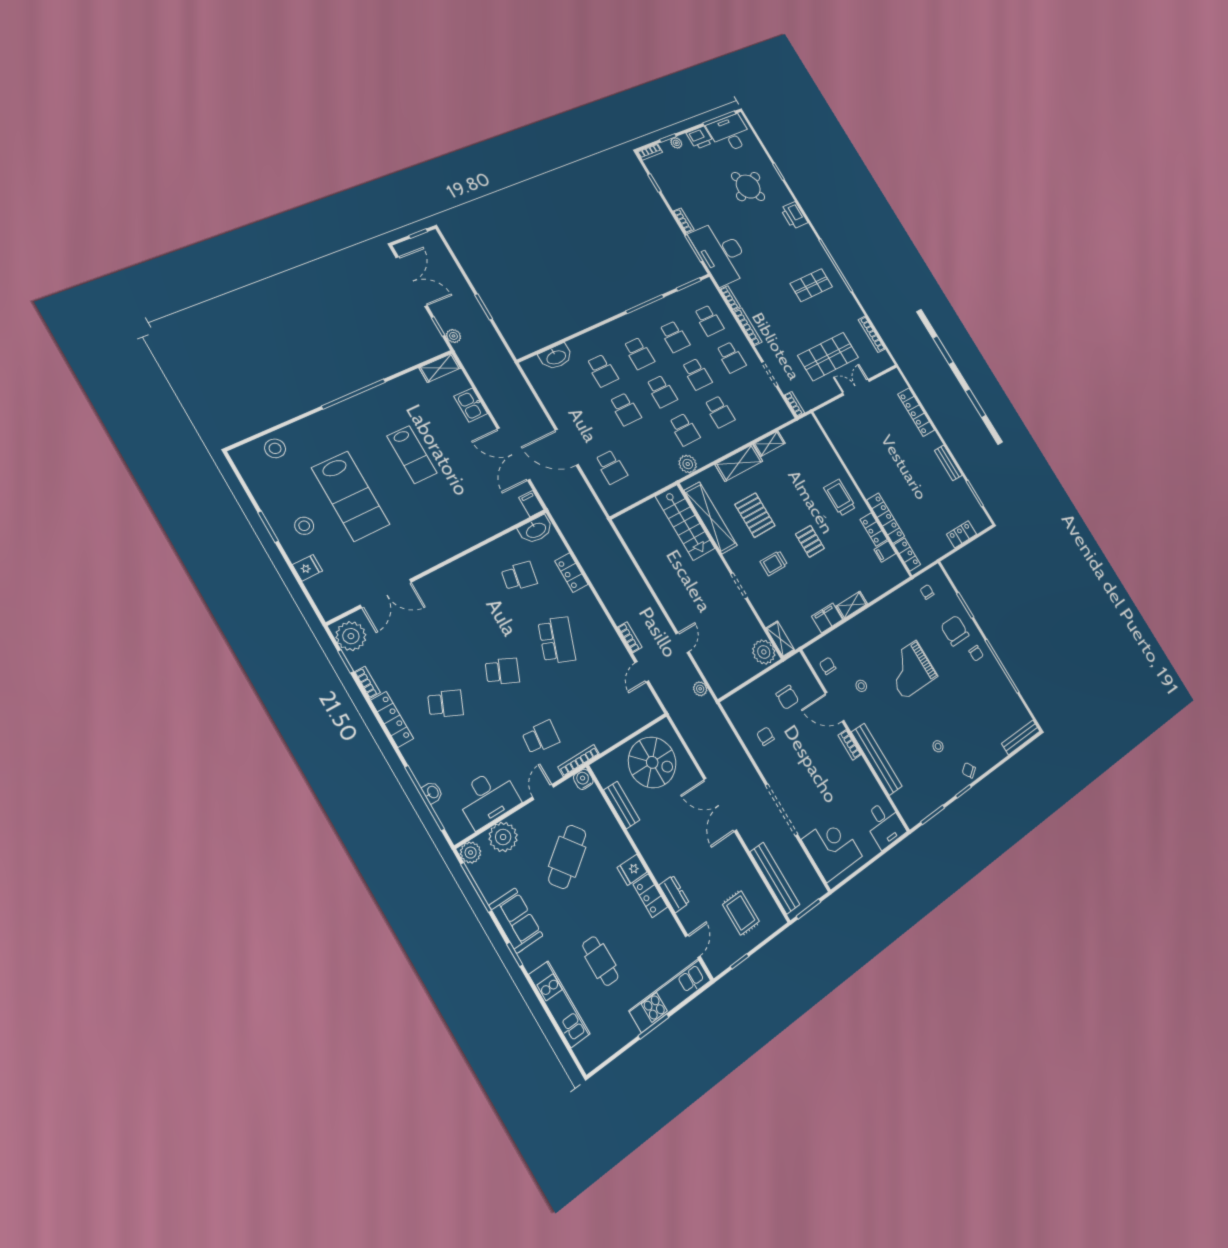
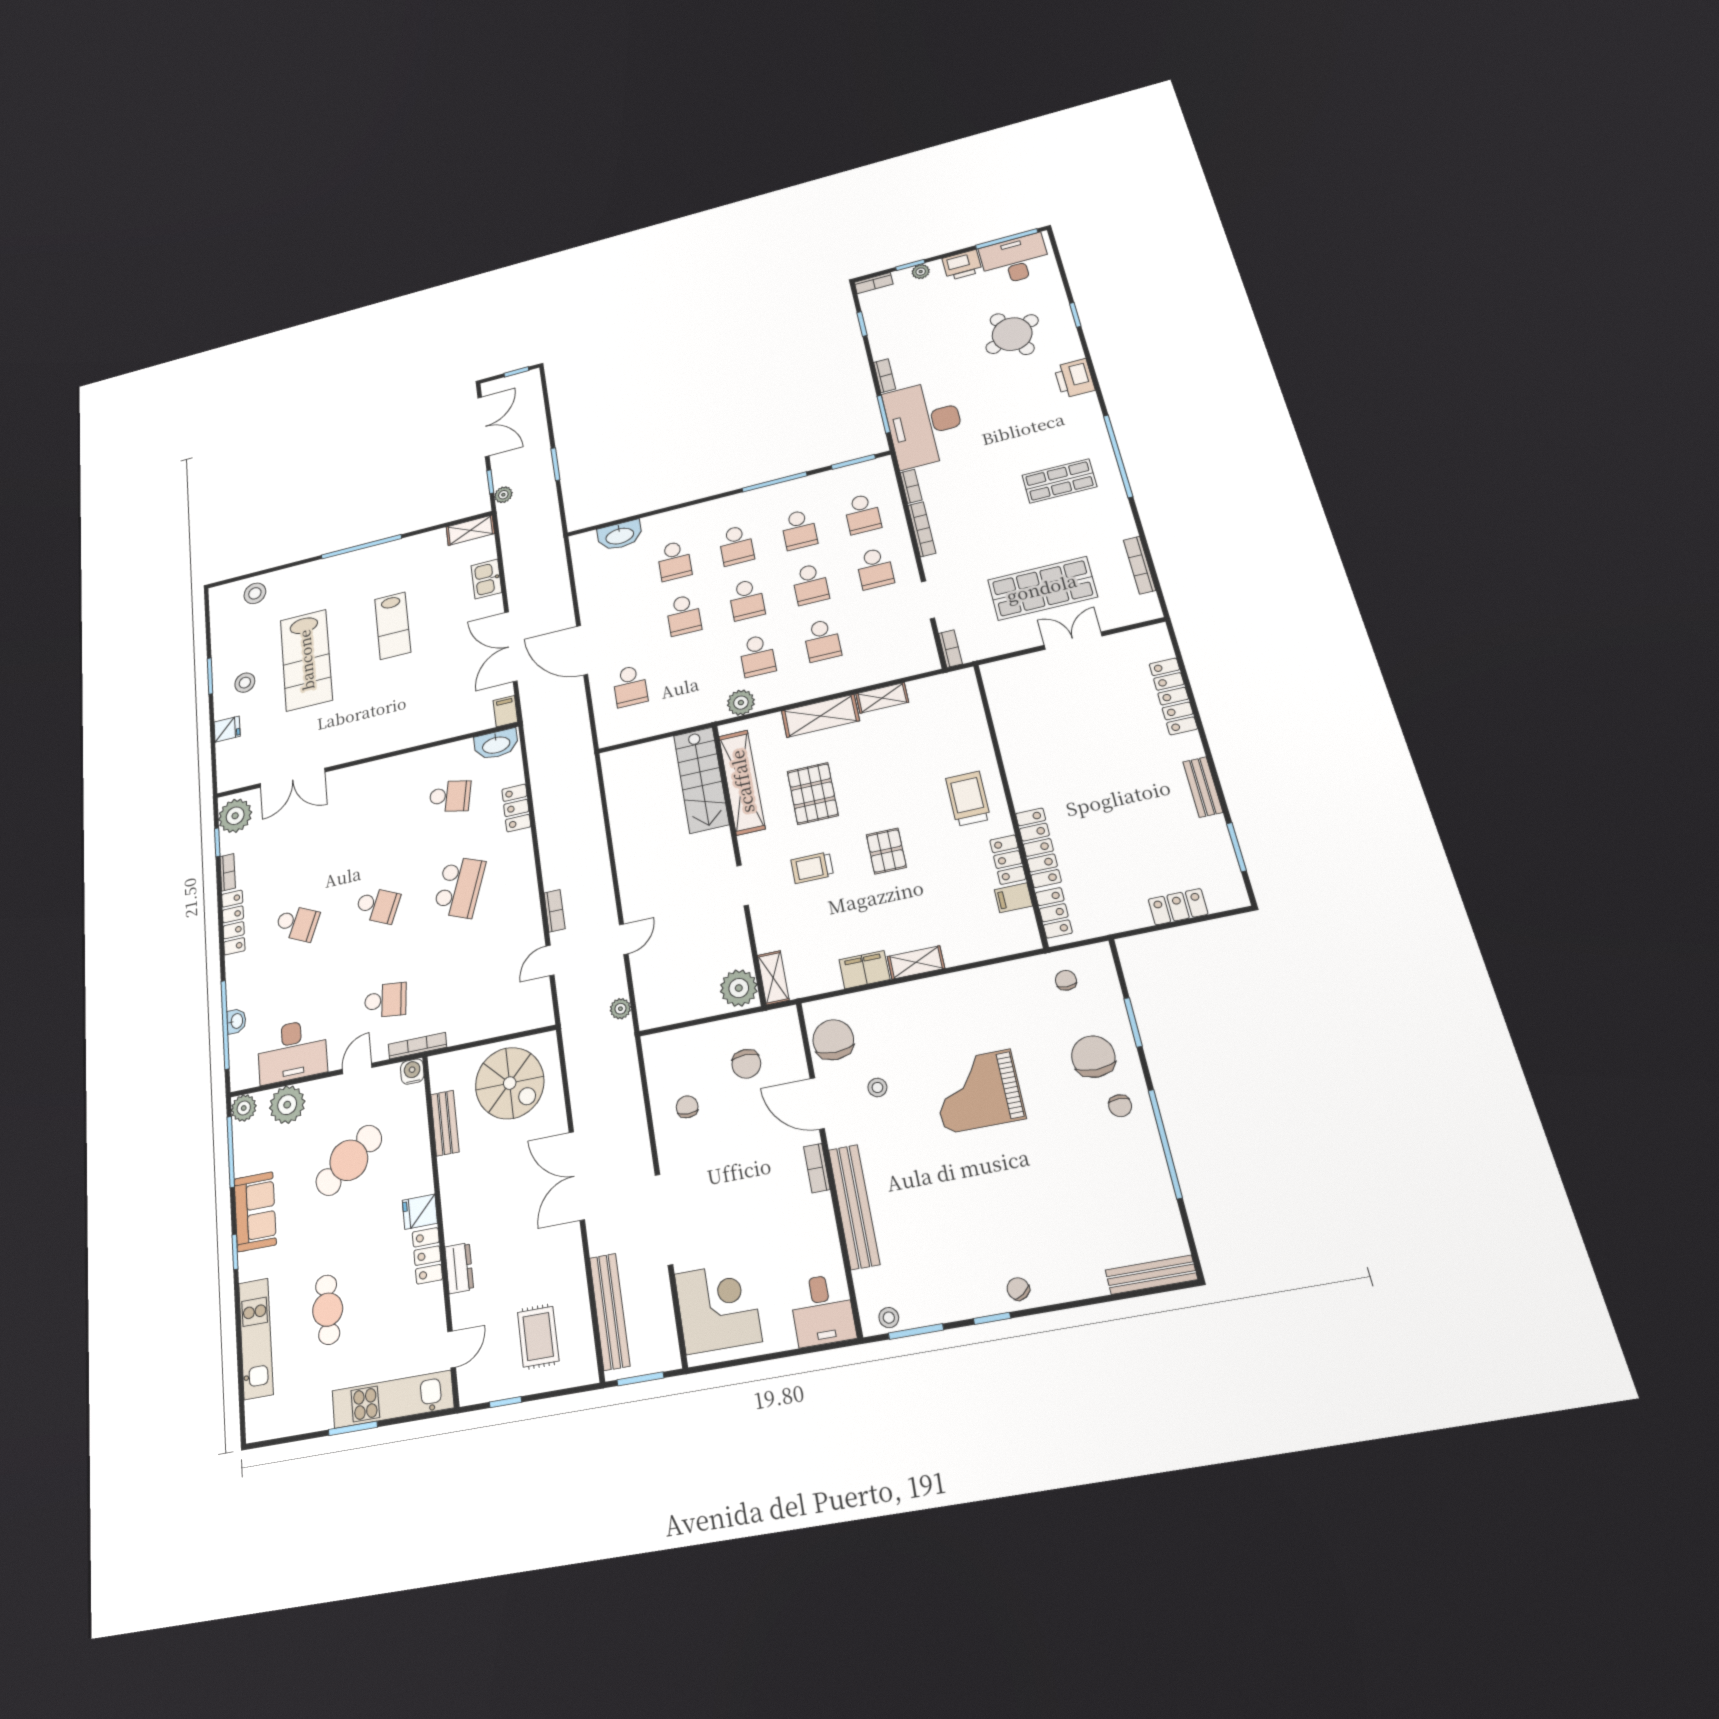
chair: (828, 666) -> (833, 1040), width x1.87, depth x1.87
stool: (938, 746) -> (889, 1318), moved

